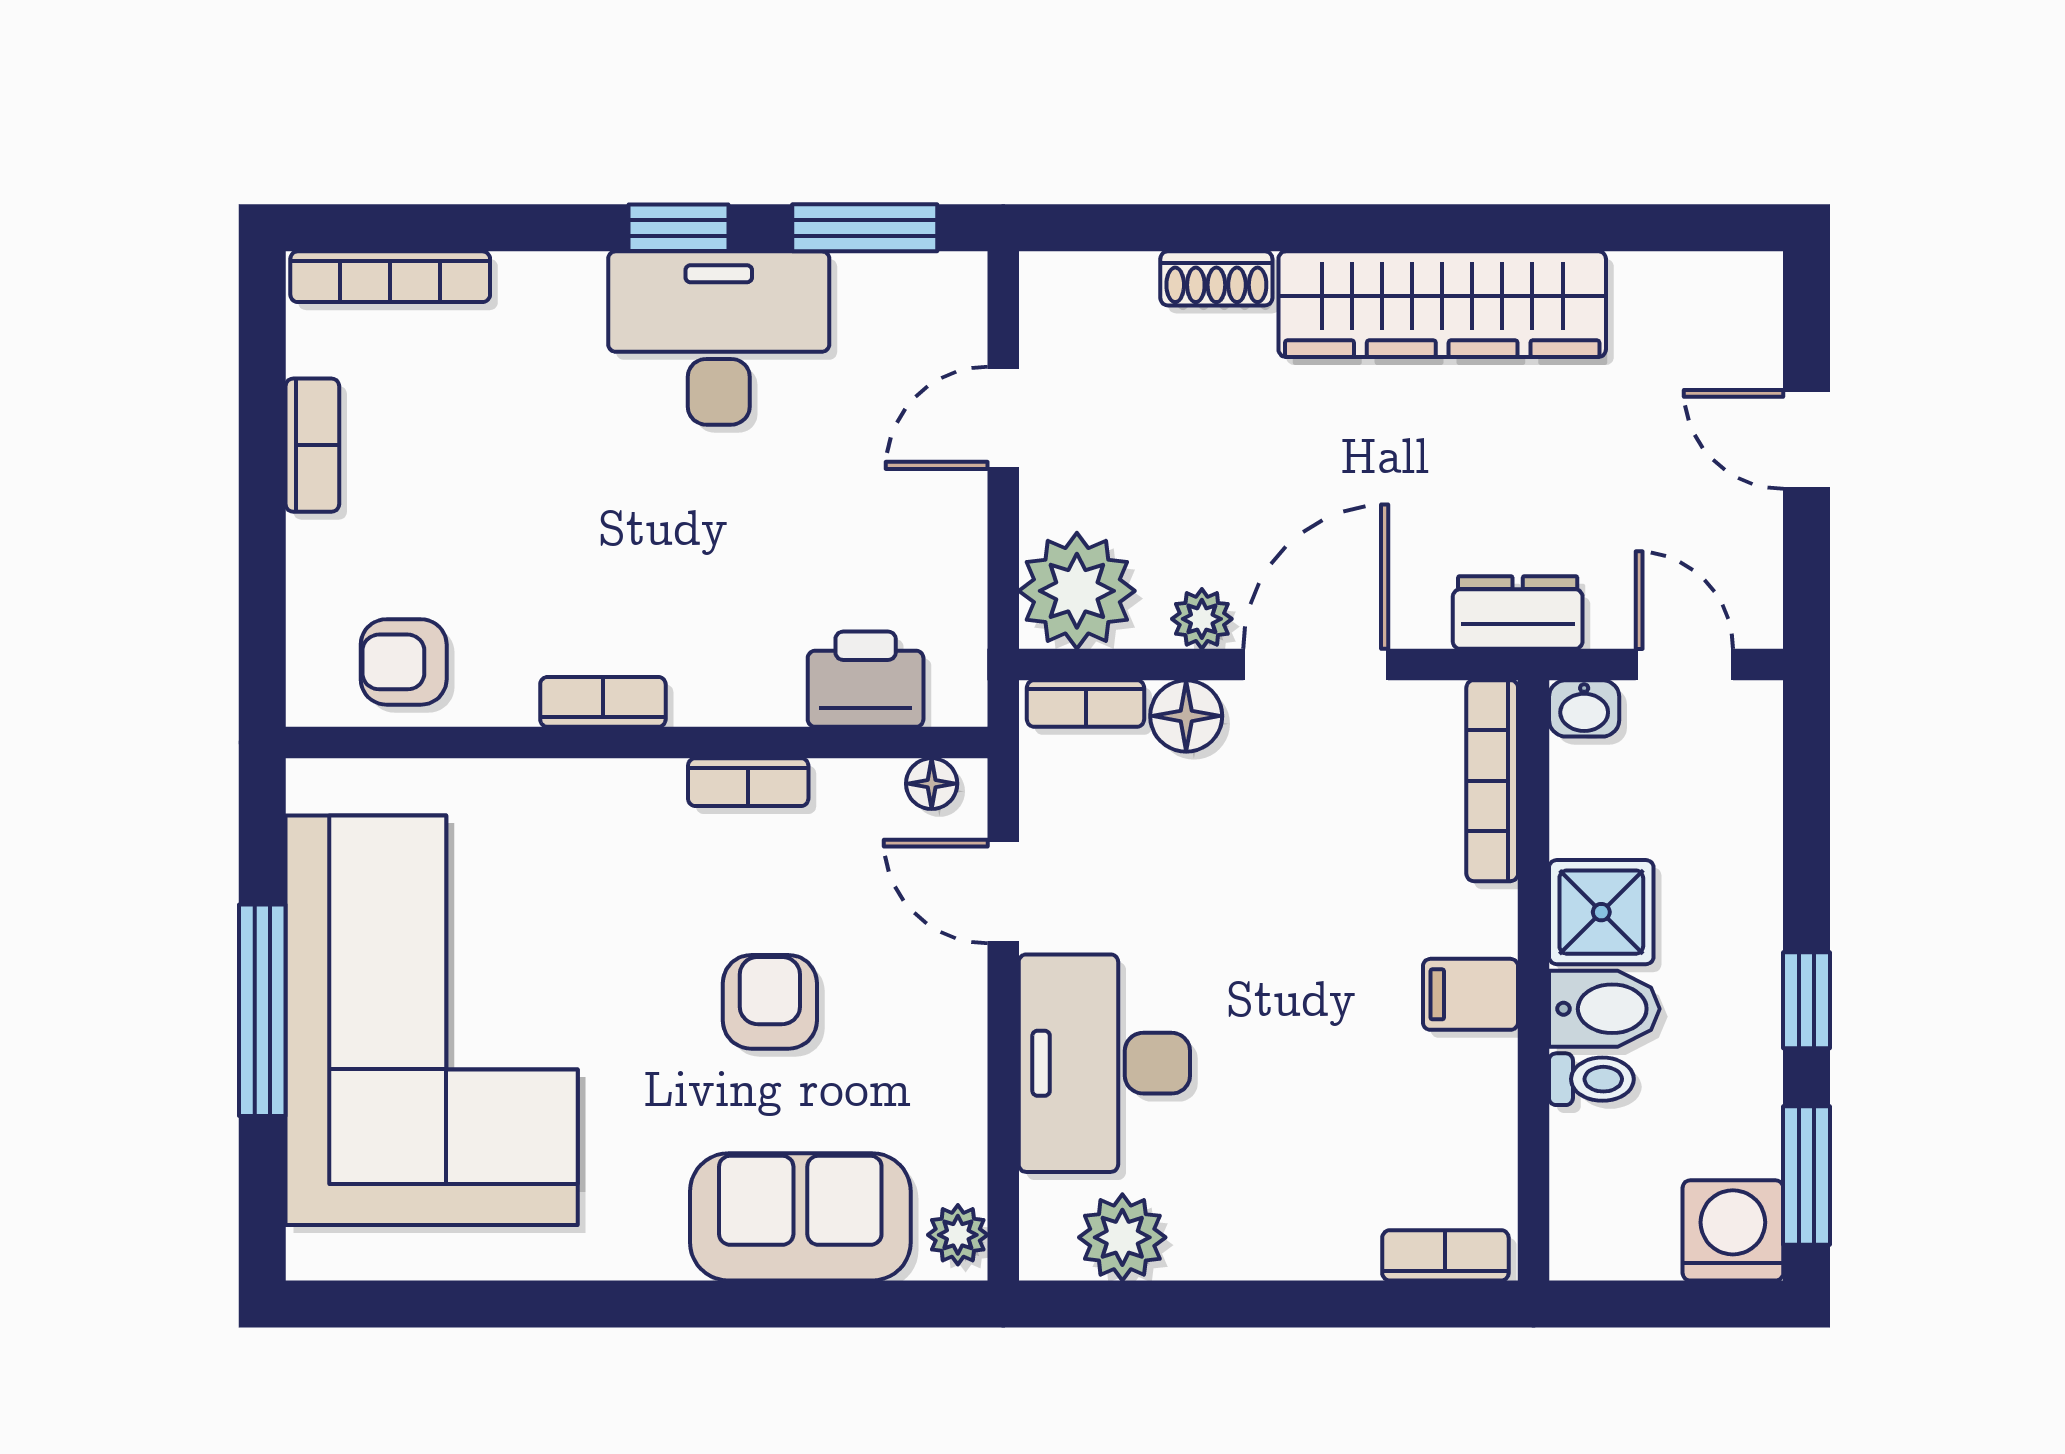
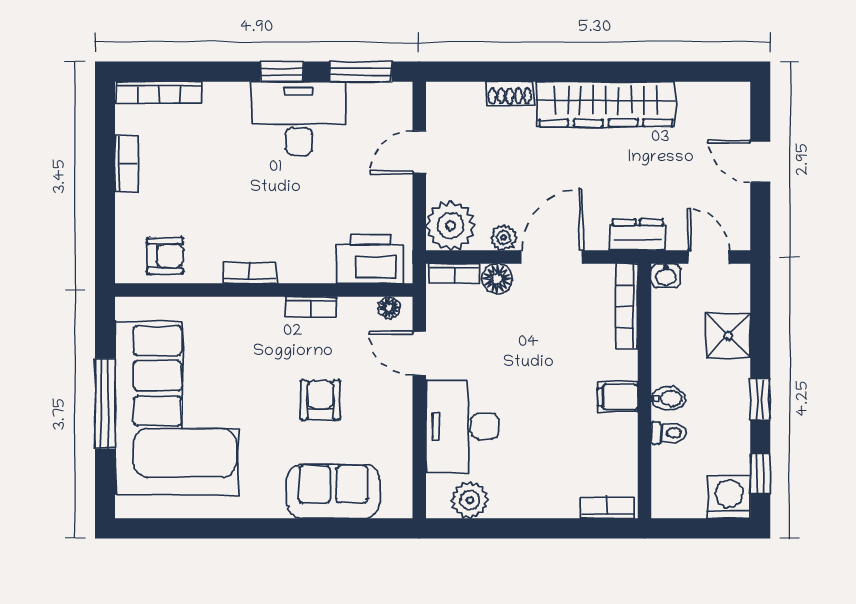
armchair: (404, 662) -> (165, 256), turned 180
printer: (866, 679) -> (370, 259), width x1.37, depth x1.19
shower: (1601, 912) -> (728, 335), moved
bidet: (1604, 1009) -> (668, 399), width x0.72, depth x0.74
window: (1806, 1175) -> (760, 474), width x0.67
plant: (958, 1235) -> (400, 499), removed

